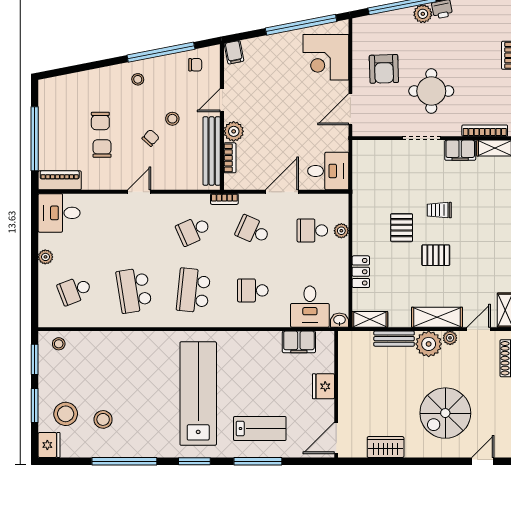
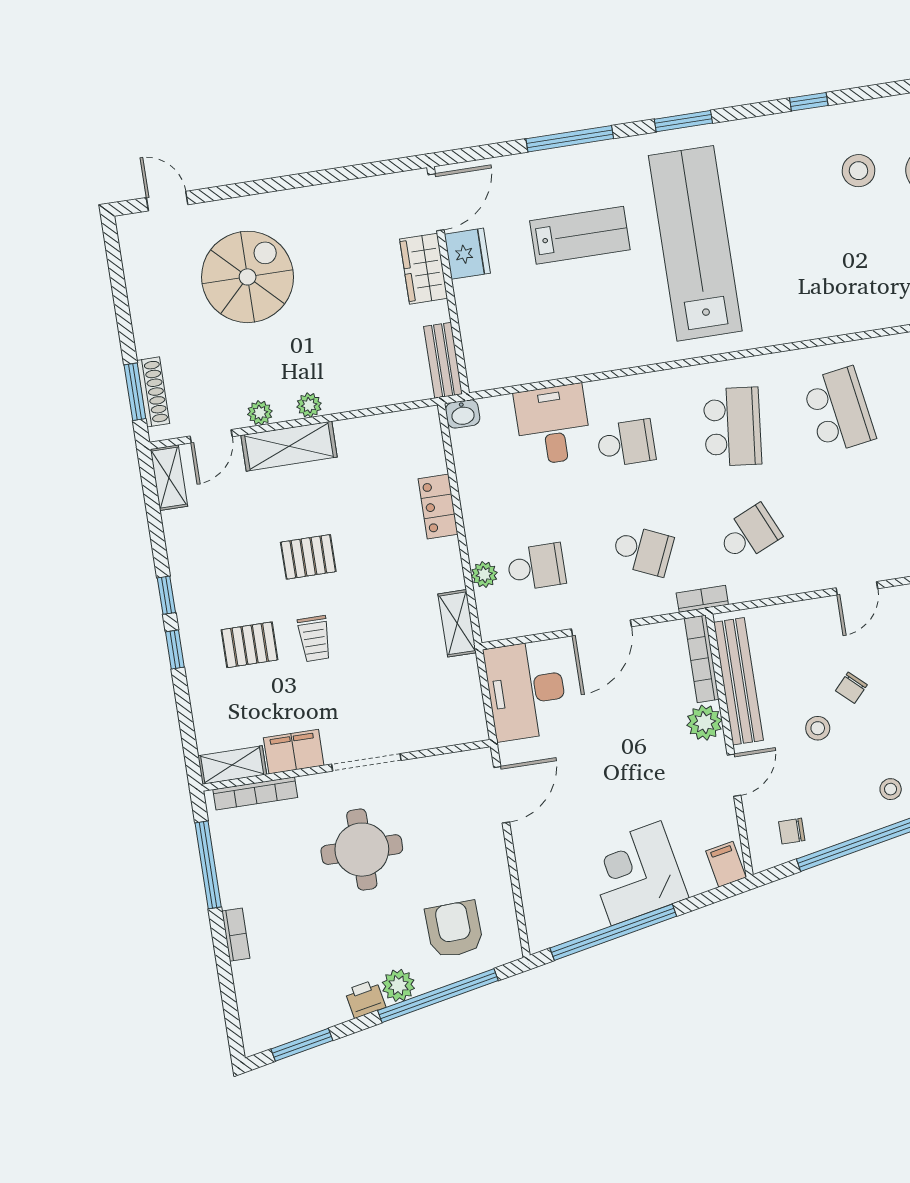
corner desk: (326, 57) -> (636, 873), moved, turned -101
armchair: (384, 69) -> (454, 929), moved
bookcase: (230, 158) -> (702, 659), width x1.56
desk: (328, 171) -> (526, 690), width x1.37
trolley: (439, 210) -> (314, 639), turned 90
pallet: (402, 228) -> (250, 645), moved, turned 90
desk: (310, 307) -> (553, 425), moved
shelving: (370, 319) -> (457, 623), moved, turned 90
bench: (394, 339) -> (443, 360), moved, turned 90
filing cabinet: (299, 342) -> (529, 364), removed
plant: (429, 344) -> (309, 405), width x0.53, depth x0.53
fridge: (323, 386) -> (467, 254), moved
lab bench: (198, 394) -> (695, 243), turned 180
lab bench: (260, 429) -> (580, 235), moved, turned 180
wardrobe: (386, 447) -> (424, 269), moved, turned 90
window: (124, 461) -> (809, 102), width x0.32
door: (483, 461) -> (167, 201), swing flipped

